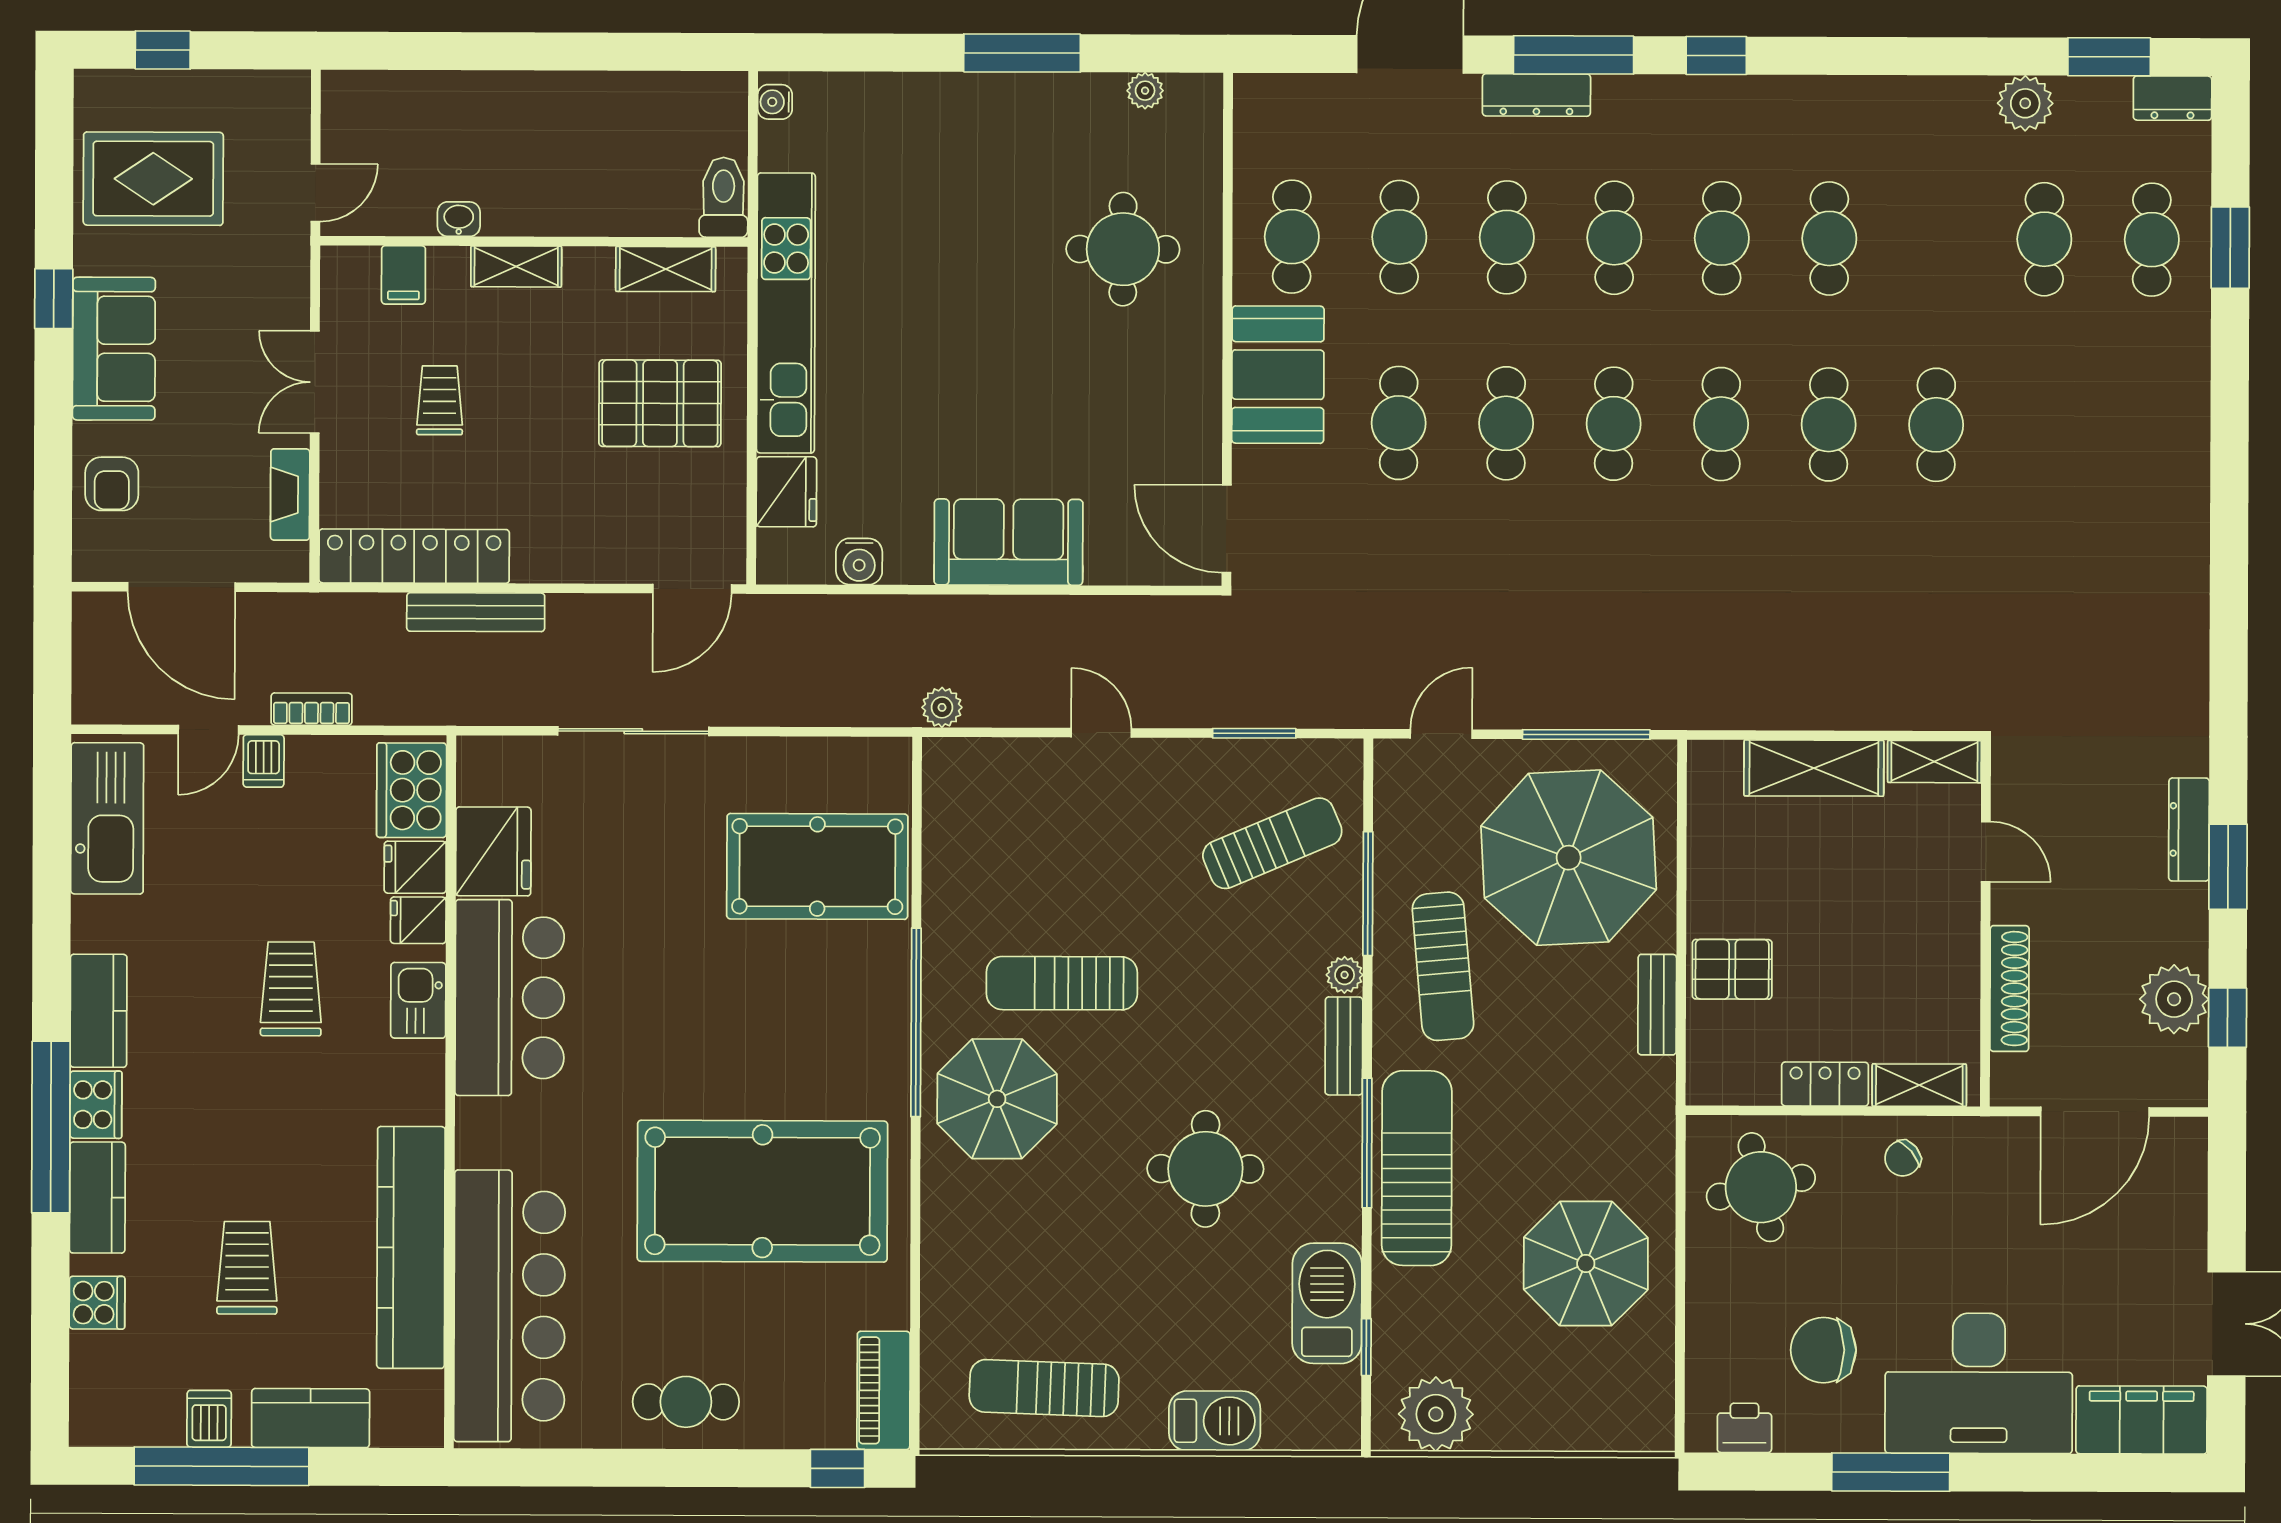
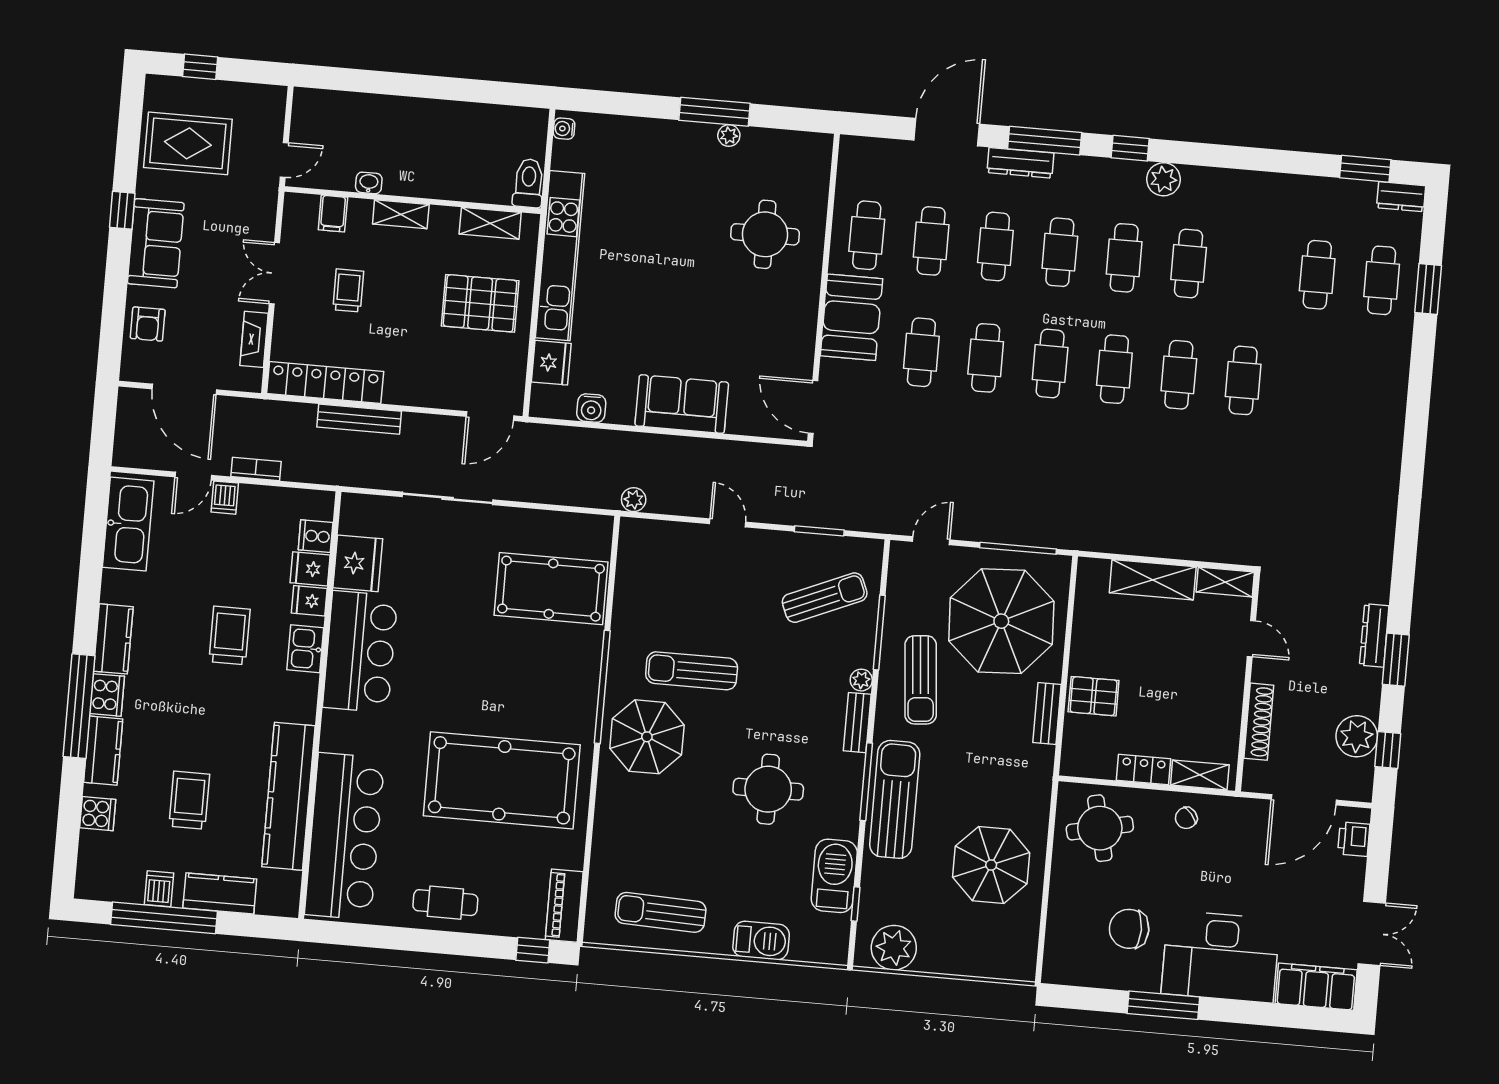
plant: (1145, 91) -> (729, 136), moved
plant: (2025, 103) -> (1163, 179), moved
cooker: (412, 790) -> (316, 536), width x0.53, depth x0.76
printer: (1744, 1428) -> (1354, 839), moved, turned -90

